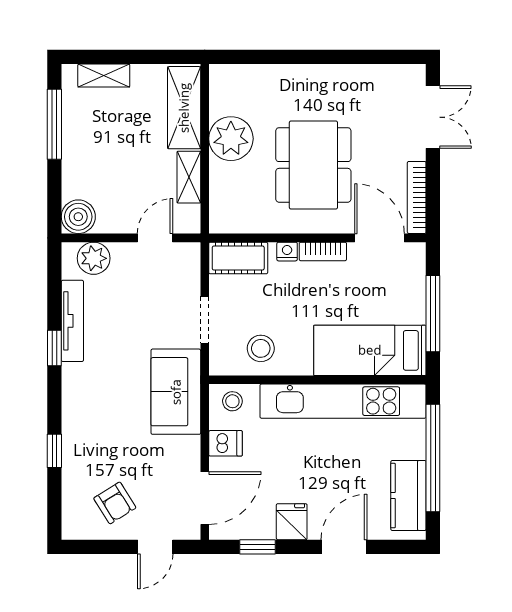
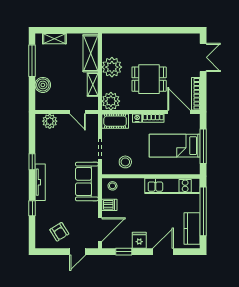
dining table: (313, 165) -> (149, 79), width x0.73
plant: (229, 214) -> (111, 101), added
boiler: (78, 217) -> (43, 85), moved
door: (155, 238) -> (78, 112), swing flipped
tv unit: (72, 321) -> (40, 182), moved
bed: (370, 350) -> (175, 146), moved
kitchen unit: (343, 401) -> (172, 186), width x0.73

